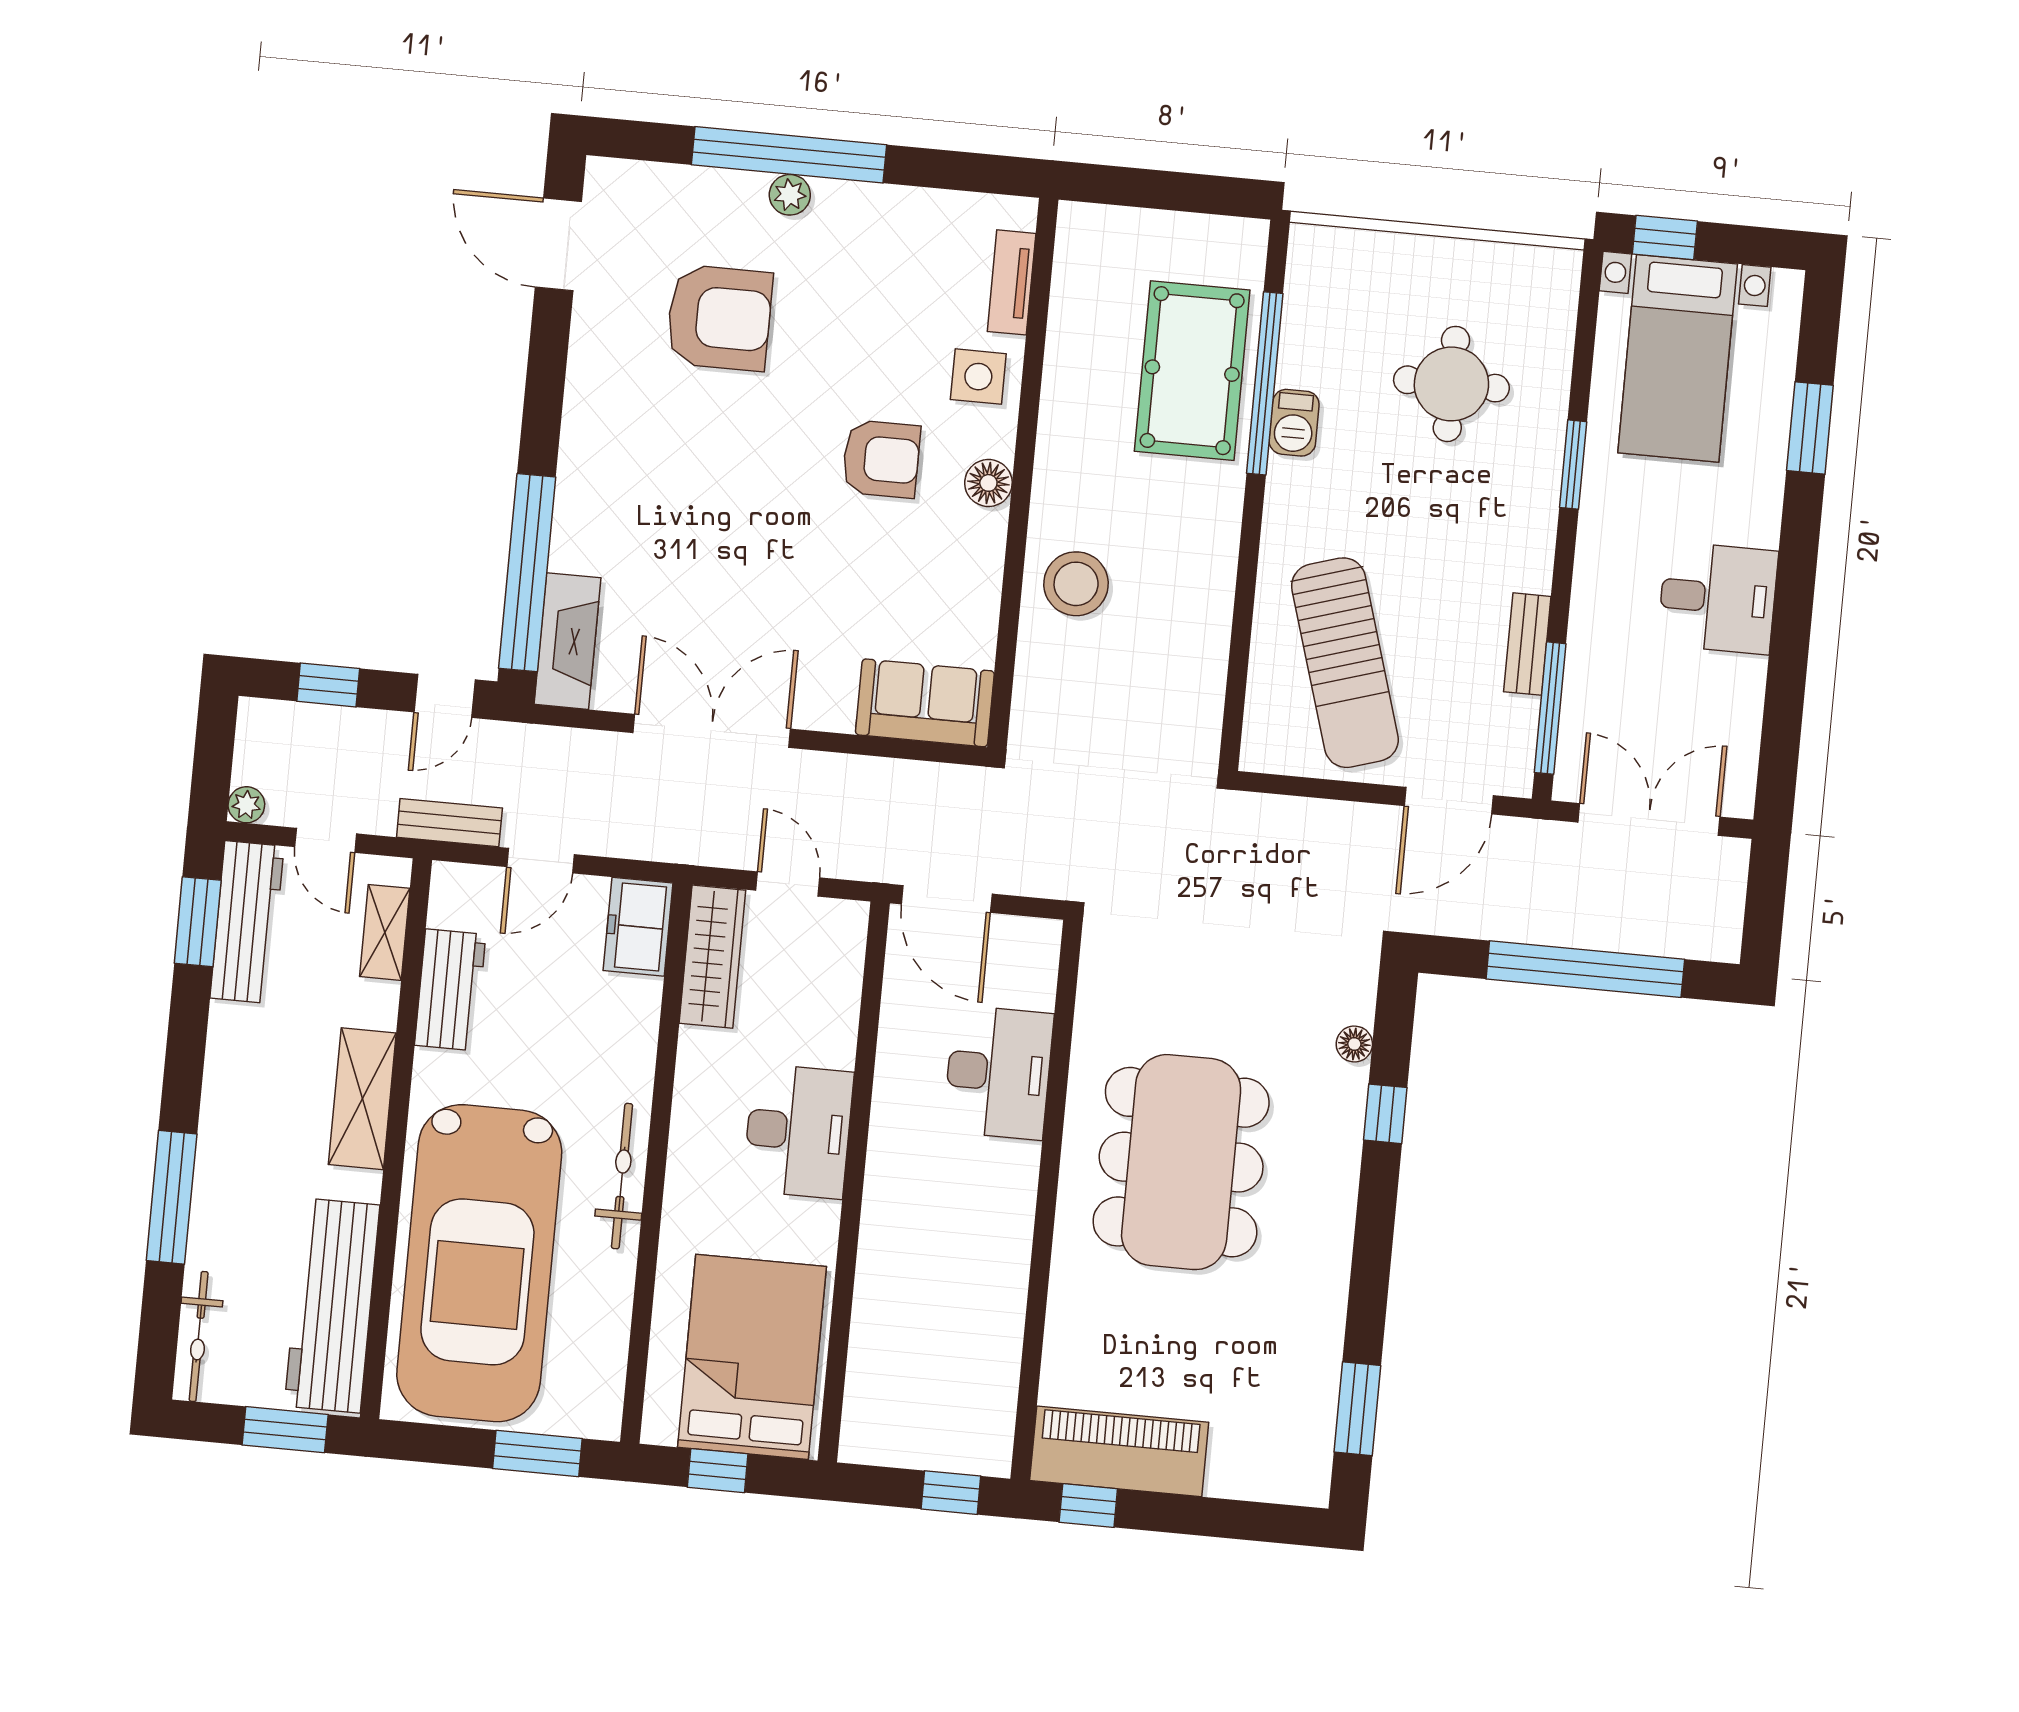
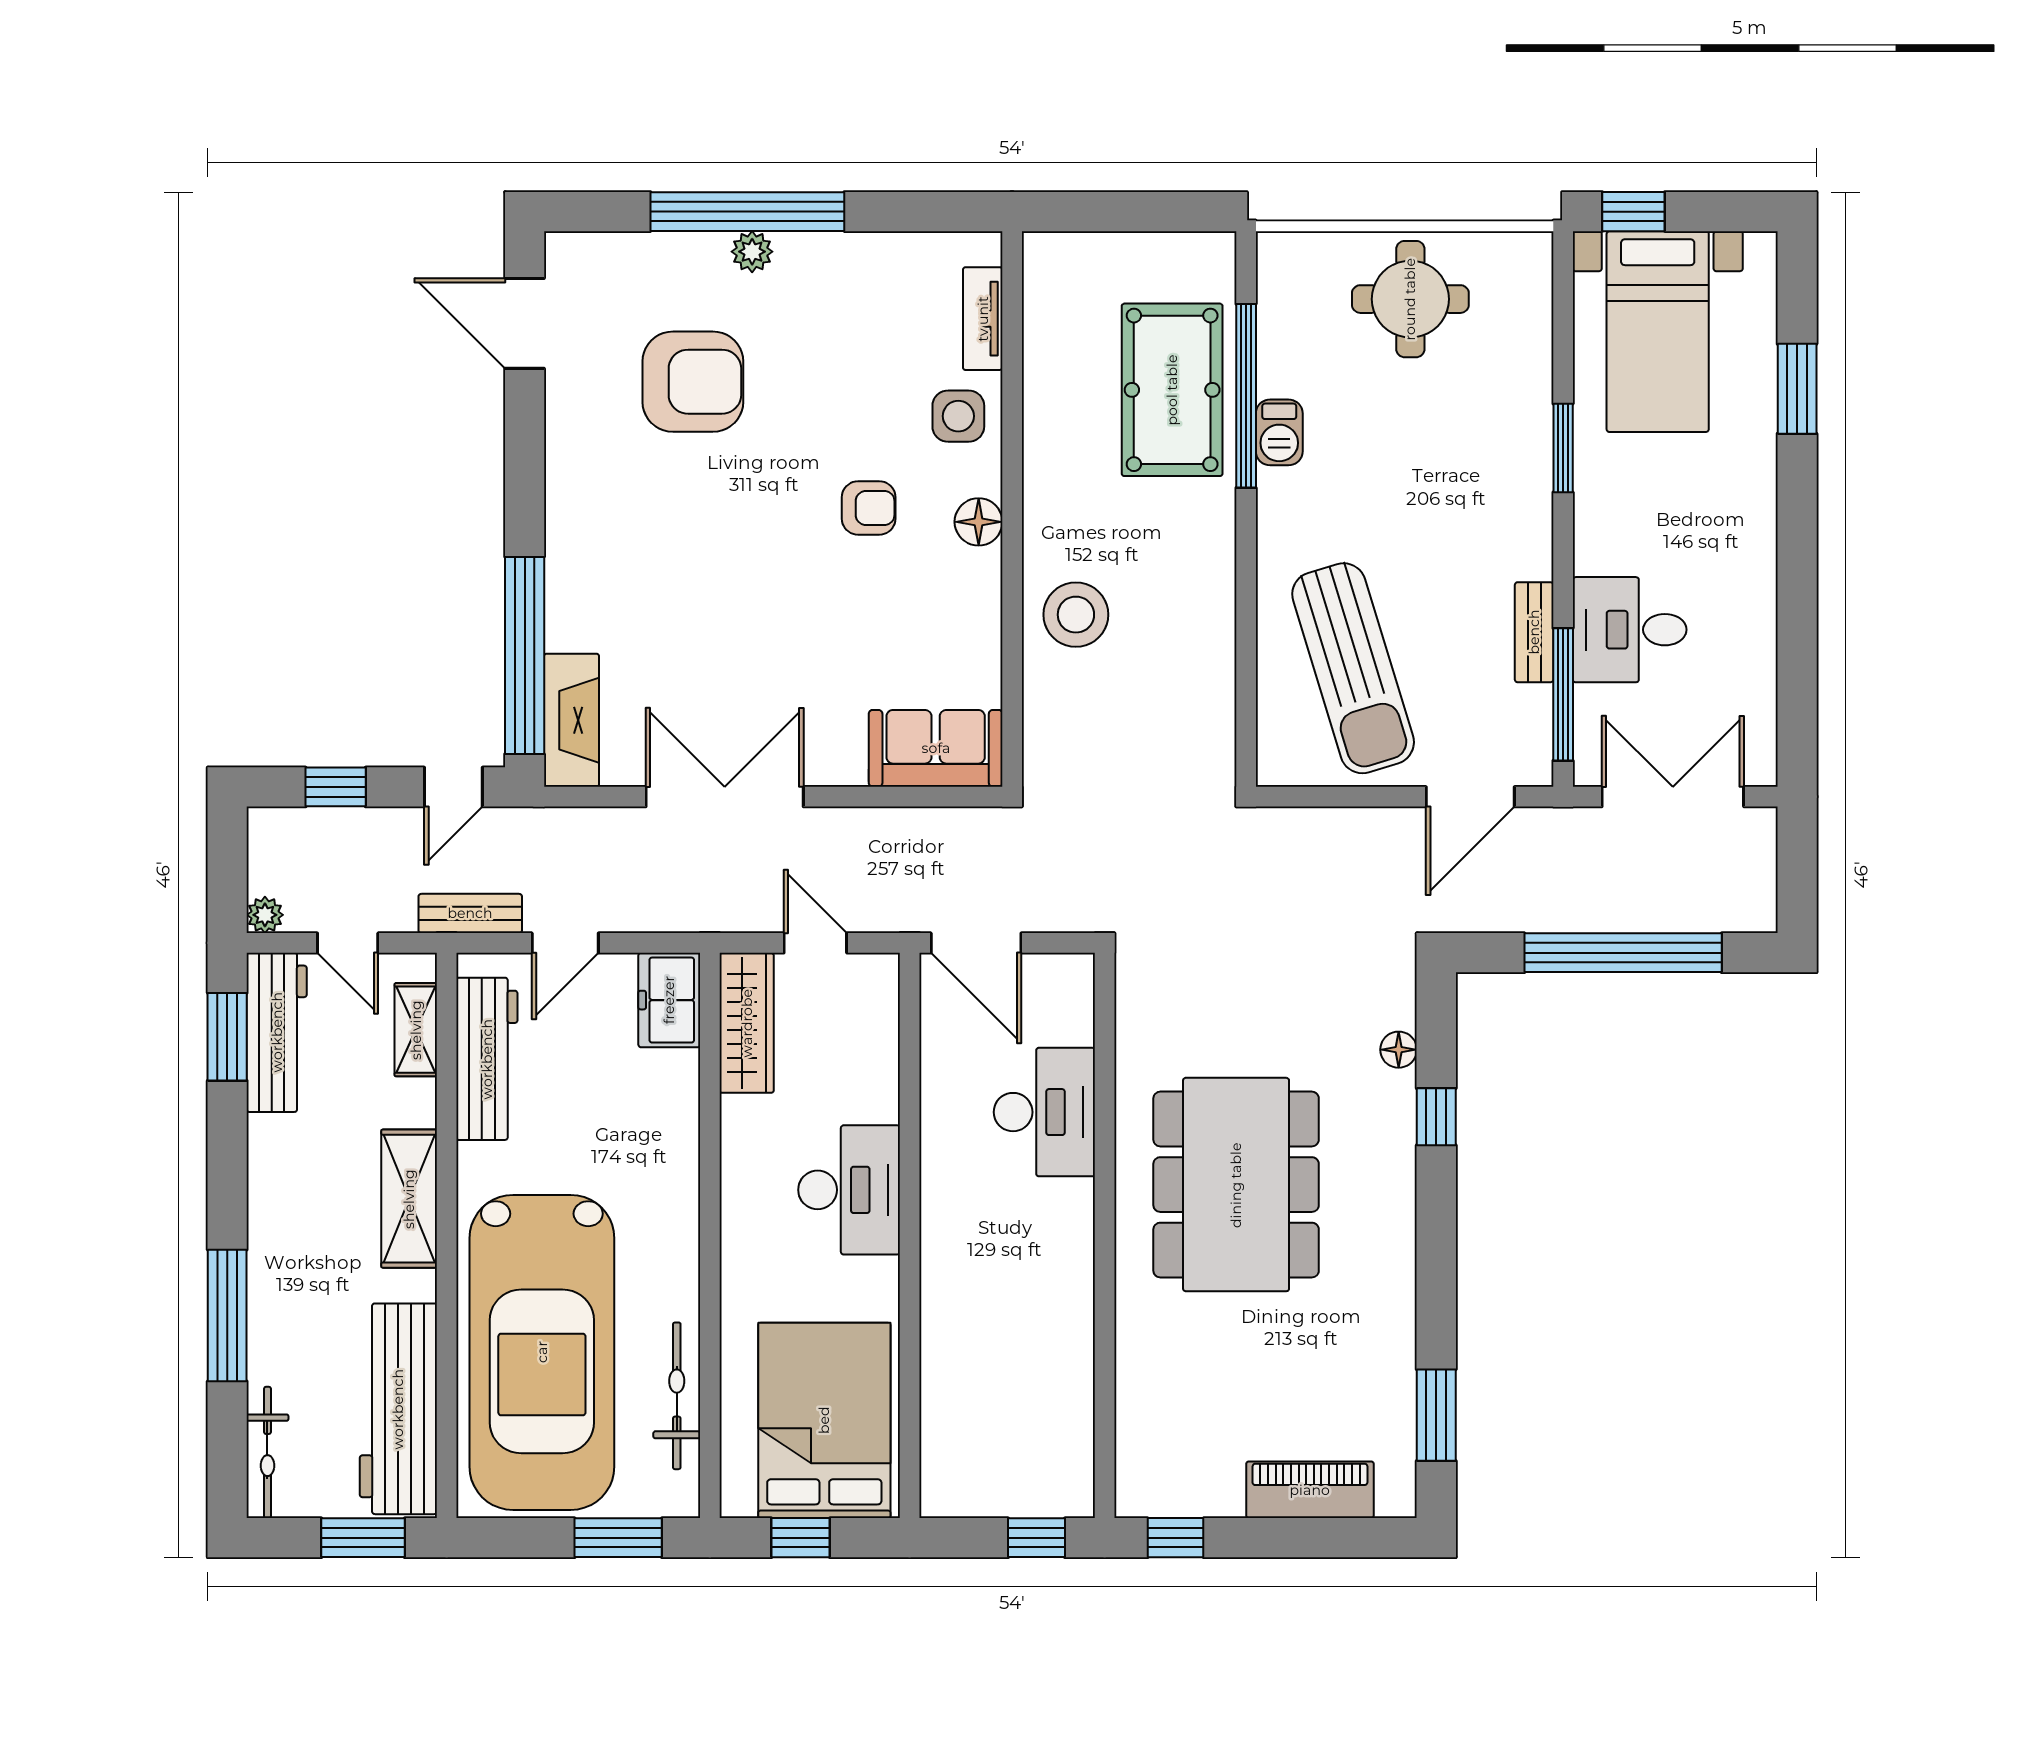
round table: (1451, 384) -> (1410, 299), moved
armchair: (881, 459) -> (869, 508), width x0.72, depth x0.72
desk: (1718, 598) -> (1630, 630), moved, turned 180
workbench: (450, 990) -> (487, 1059), width x1.38
bicycle: (622, 1176) -> (677, 1396), moved
piano: (1119, 1451) -> (1310, 1490), moved, width x0.73, depth x0.75

